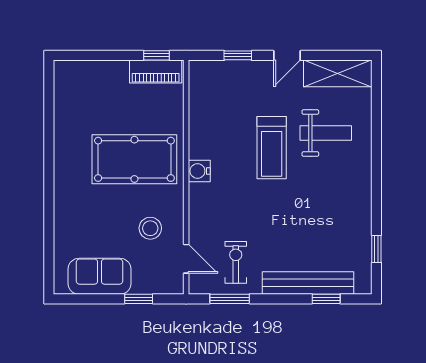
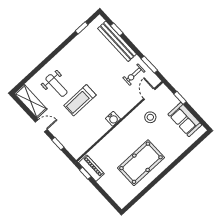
weight bench: (326, 133) -> (56, 85), turned 180
treadmill: (272, 148) -> (80, 100), turned 180
pool table: (134, 159) -> (141, 163), moved, turned 90

